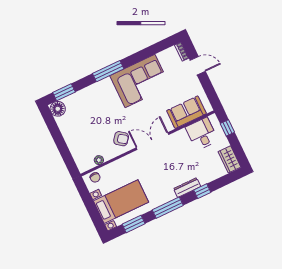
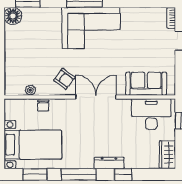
corner sofa: (140, 81) -> (91, 28), moved
desk: (202, 134) -> (151, 114), width x1.37
chair: (95, 177) -> (43, 106), moved

